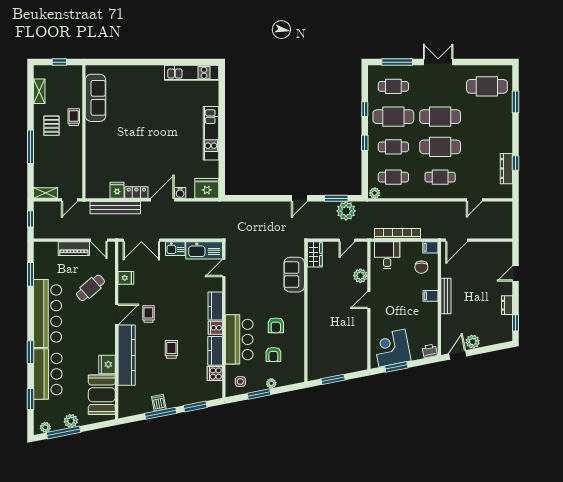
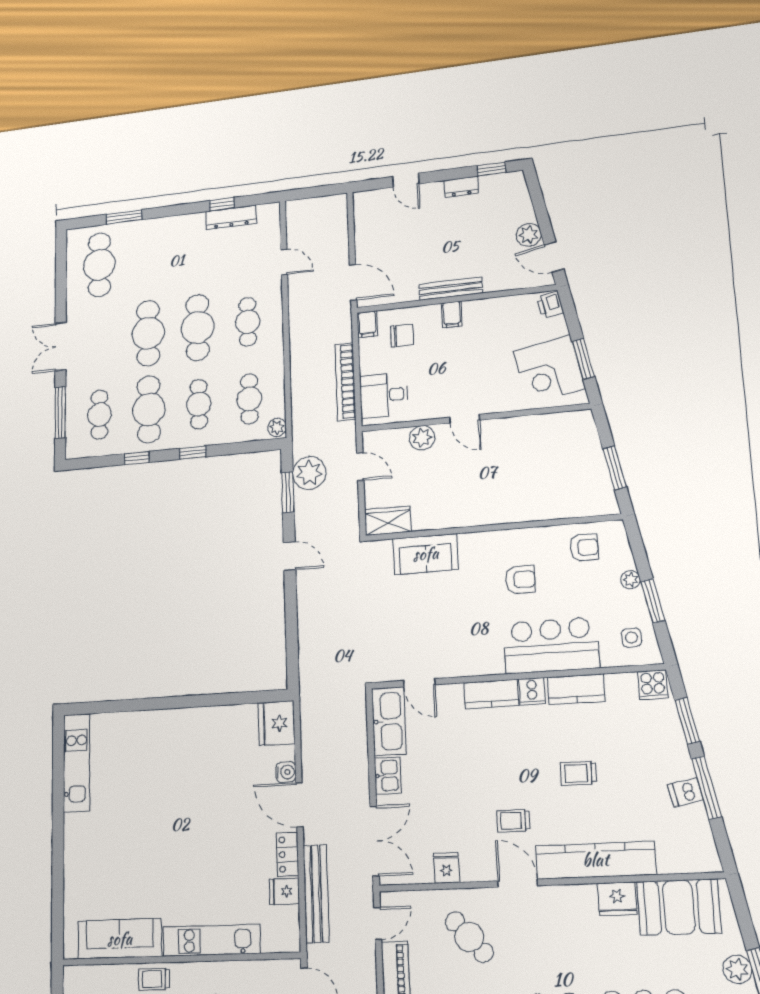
kitchen unit: (211, 133) -> (212, 940), moved, turned 180
armchair: (273, 354) -> (584, 547), moved
cooker: (215, 374) -> (653, 685), moved

